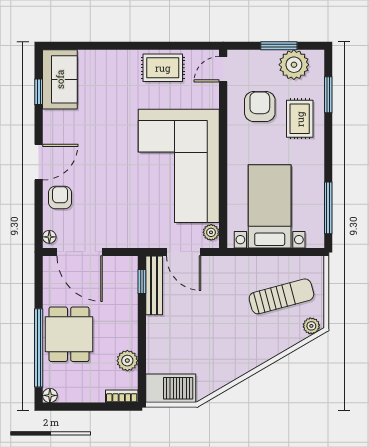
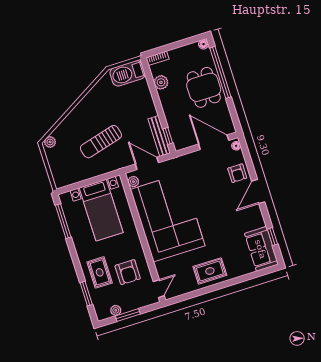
plant: (294, 65) -> (116, 310), width x0.53, depth x0.53
rug: (163, 68) -> (210, 271), moved
sun lounger: (281, 296) -> (101, 142), moved

